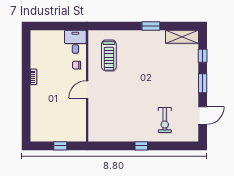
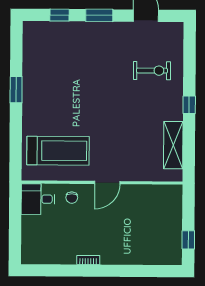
shelving: (182, 37) -> (173, 145), moved
treadmill: (109, 55) -> (58, 151), width x1.37, depth x1.38
door: (87, 90) -> (107, 183), hinge flipped
window: (60, 146) -> (188, 240), moved

